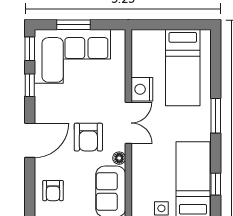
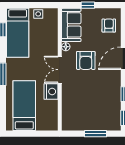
corner sofa: (72, 56) -> (96, 113), removed
armchair: (88, 137) -> (86, 60), turned 180

